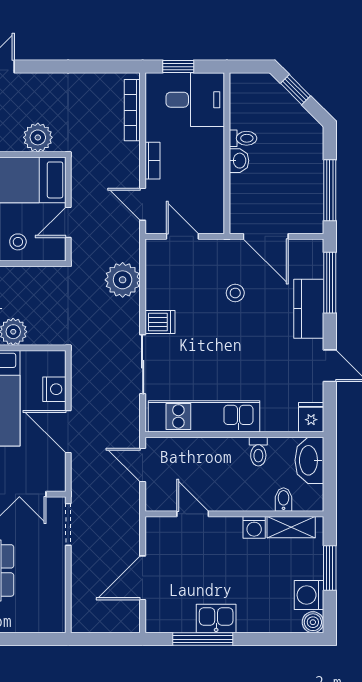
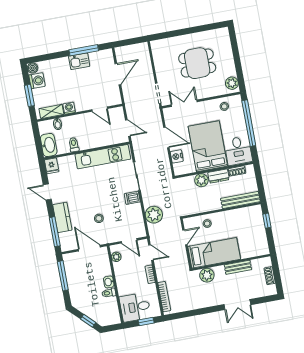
plant: (215, 209) -> (116, 257), added

